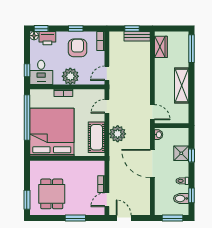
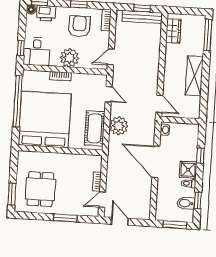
bench: (137, 36) -> (142, 17), width x1.36
door: (107, 106) -> (109, 94), swing flipped
shower: (181, 153) -> (188, 170), moved

